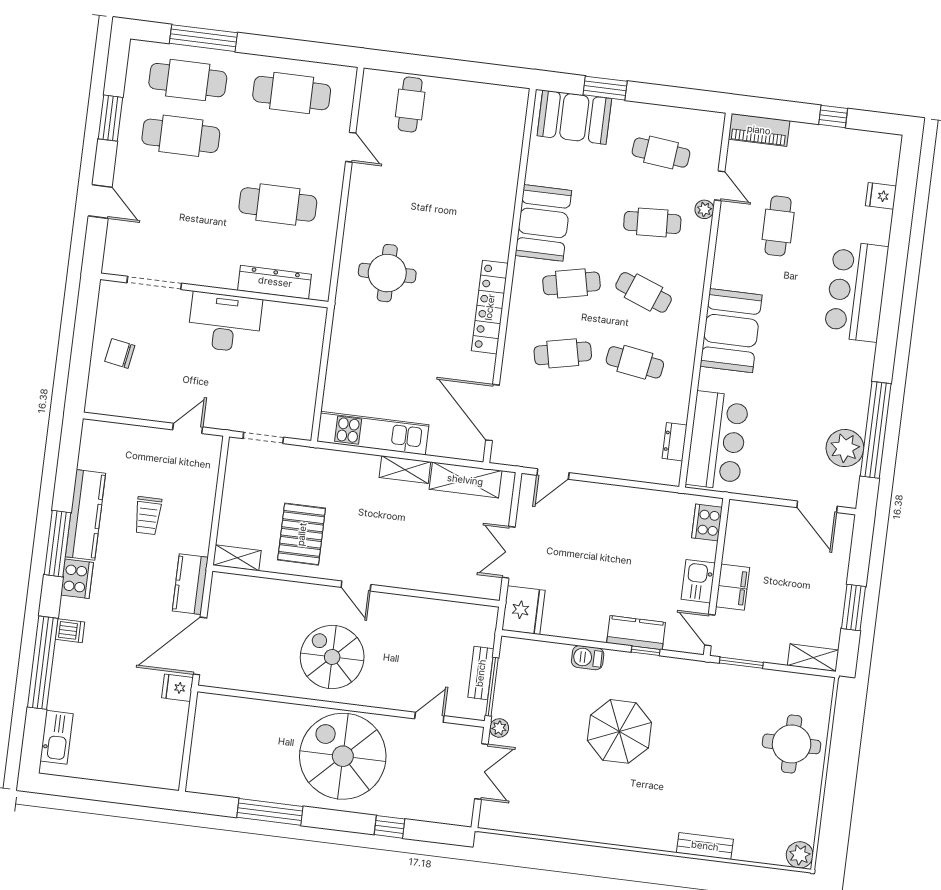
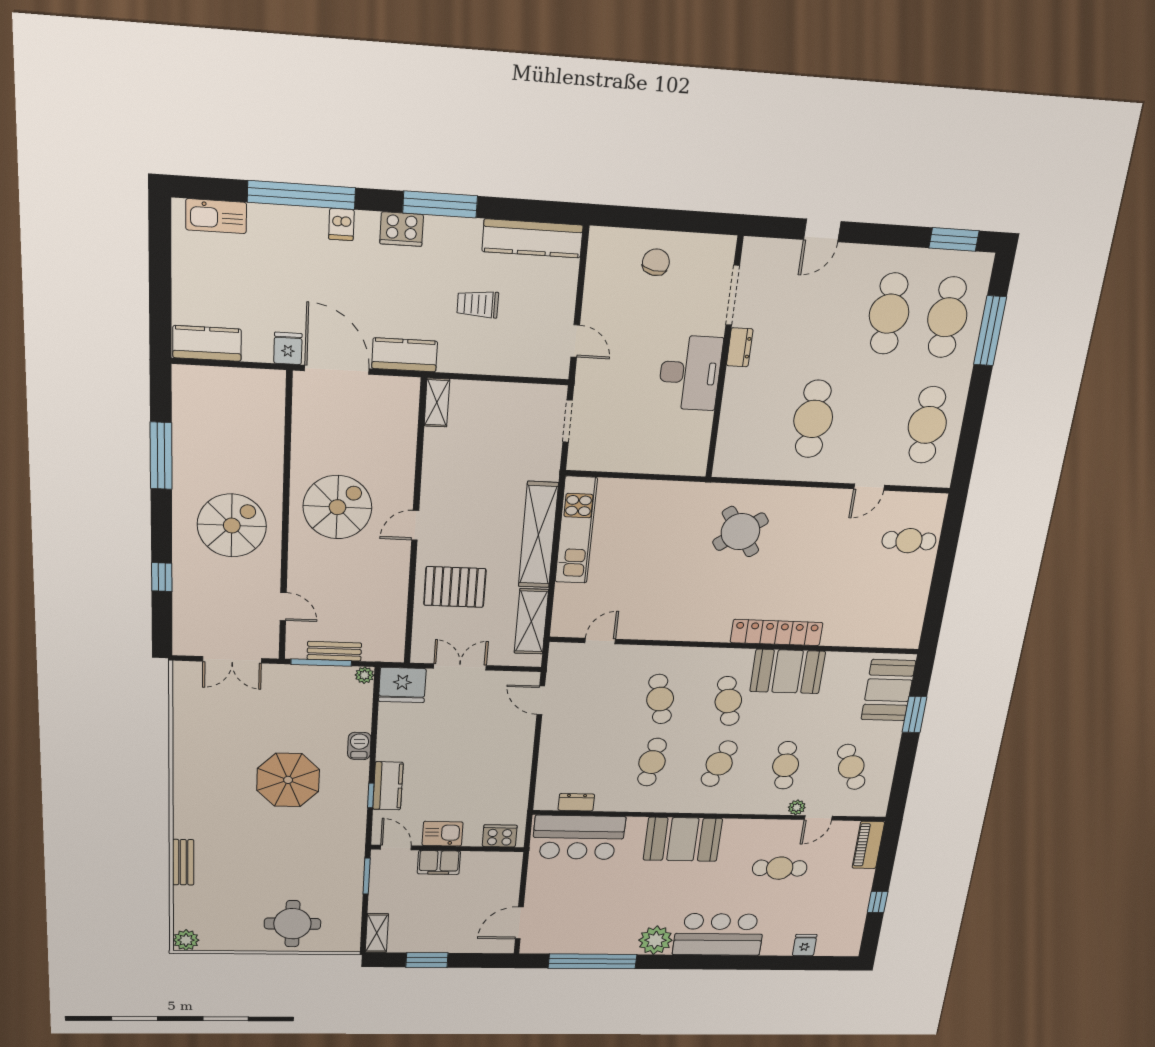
window: (111, 118) -> (954, 239), moved
cafe table: (661, 153) -> (851, 767), turned -30
round table: (387, 273) -> (740, 532), turned -35
dresser: (275, 282) -> (740, 347), moved, width x0.51, depth x0.80
locker: (490, 307) -> (777, 633), moved
door: (493, 413) -> (600, 641), width x0.53
plant: (845, 448) -> (655, 940), moved
shelving: (405, 470) -> (538, 535), width x2.20, depth x1.33
kitchen counter: (85, 515) -> (533, 238), moved
pallet: (302, 534) -> (455, 587), moved
door: (710, 630) -> (396, 848), hinge flipped
plant: (499, 728) -> (364, 675), moved
spiral stairs: (343, 756) -> (232, 525), width x0.73, depth x0.73
kitchen counter: (168, 758) -> (207, 343), added

